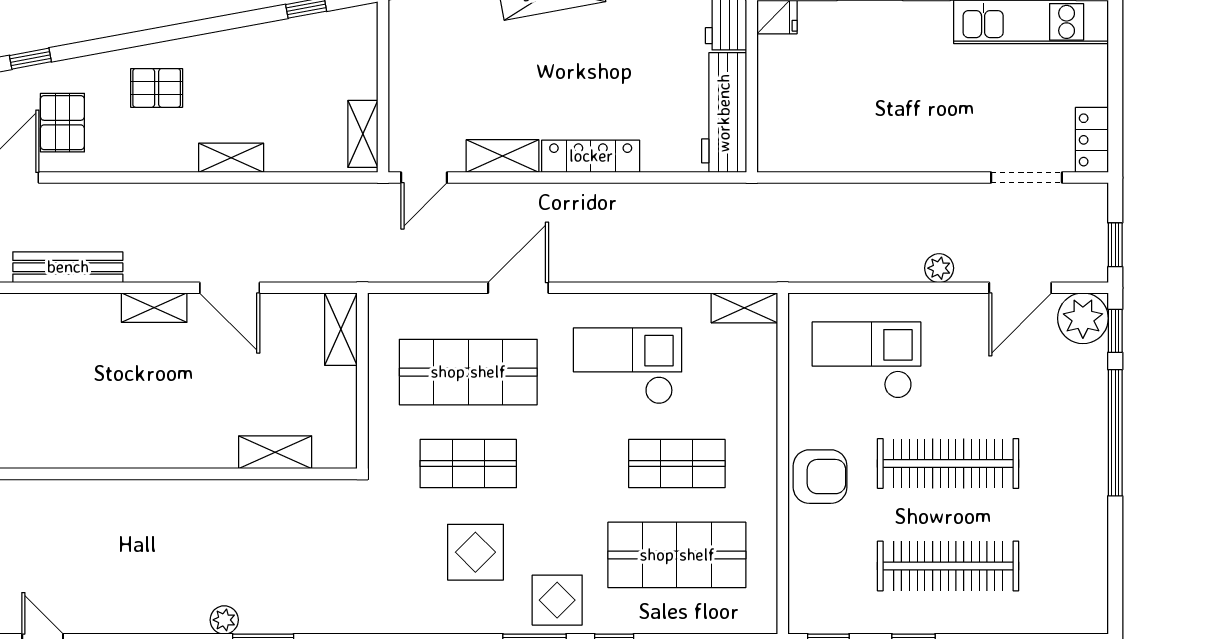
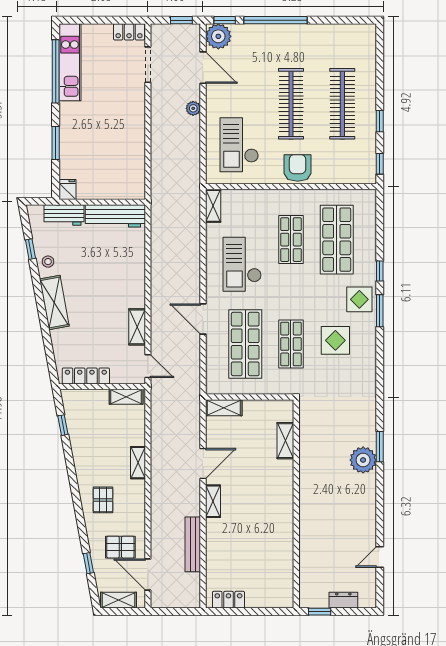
locker: (591, 156) -> (86, 376), moved, turned 90
plant: (224, 620) -> (363, 460), width x1.88, depth x1.88

